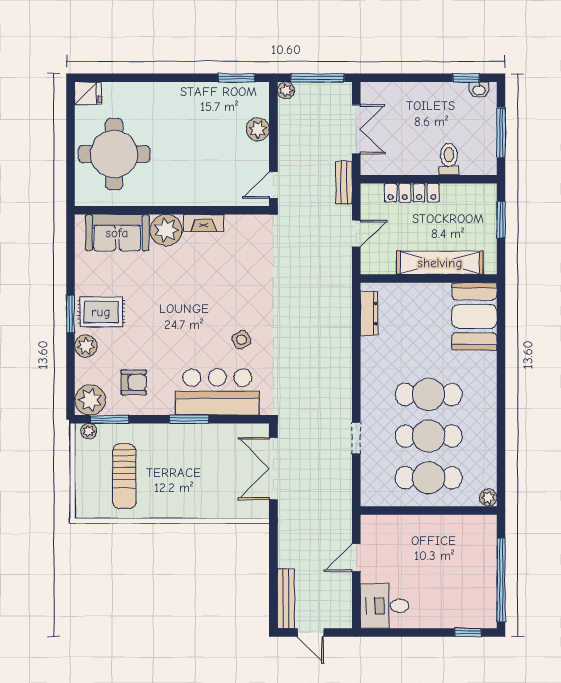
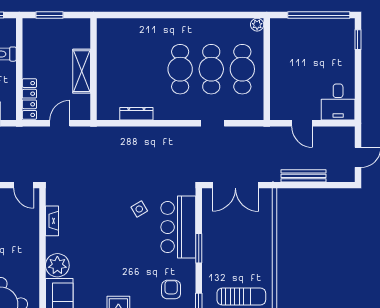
bench: (344, 183) -> (22, 133), removed
locker: (412, 193) -> (29, 99), moved
fireplace: (204, 223) -> (52, 221), moved
door: (356, 234) -> (60, 123), hinge flipped
shelving: (440, 263) -> (82, 71), width x0.68
dresser: (369, 313) -> (136, 114), moved
booth: (474, 316) -> (122, 35), removed
bench: (286, 598) -> (304, 176), moved

